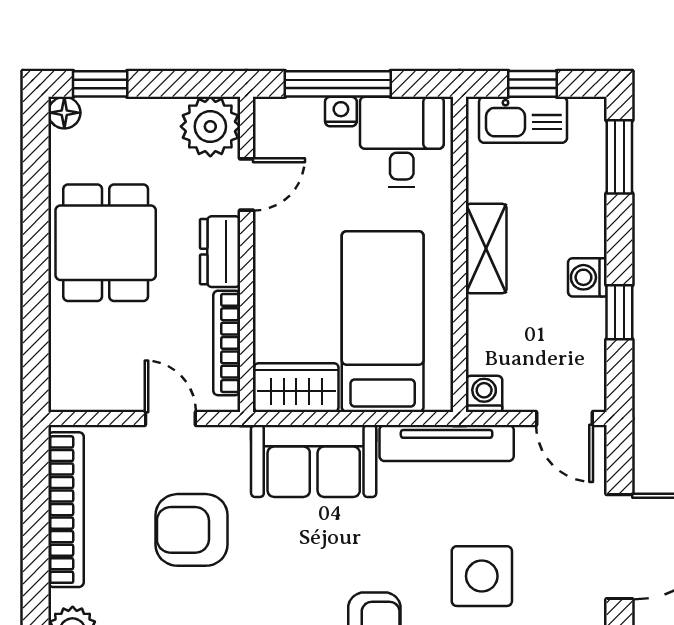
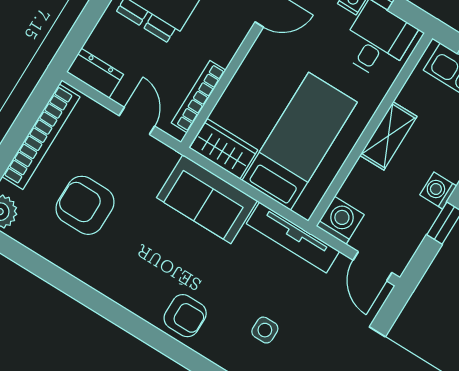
dresser: (220, 252) -> (95, 73), moved, turned 90
washing machine: (484, 394) -> (340, 220), width x1.38, depth x1.38
armchair: (192, 530) -> (85, 205), moved
side table: (482, 576) -> (265, 330), width x0.54, depth x0.54

